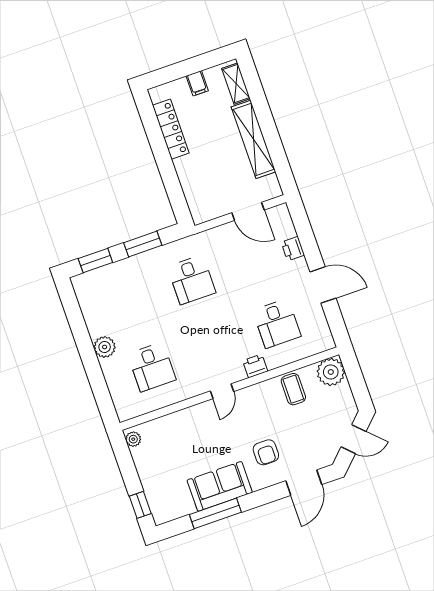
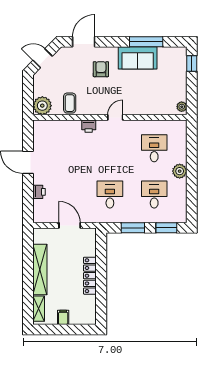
locker: (171, 129) -> (90, 276), moved
door: (248, 211) -> (70, 225), moved
desk: (277, 323) -> (154, 194), moved

